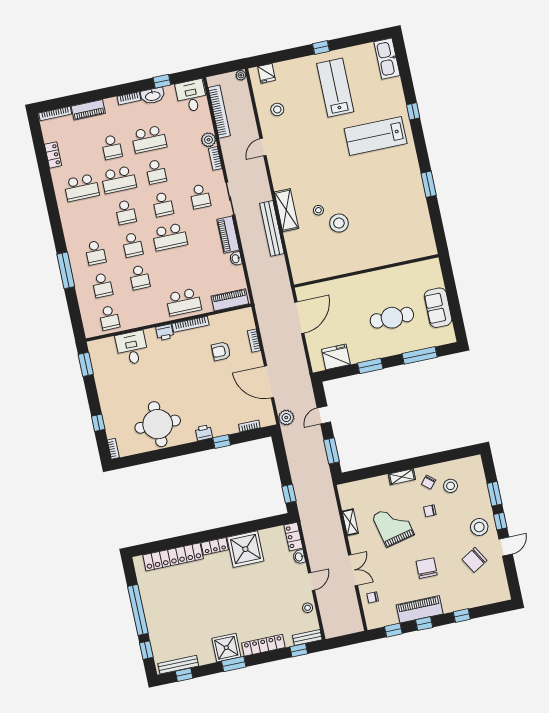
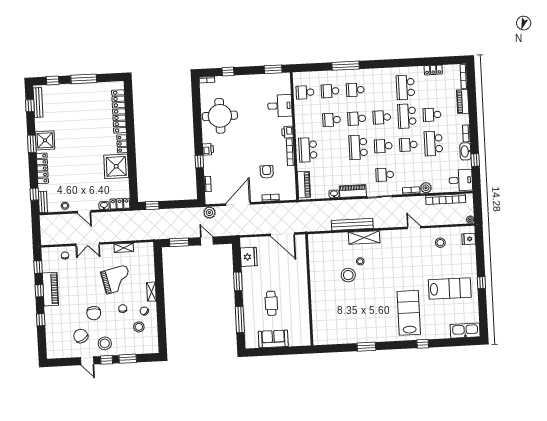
cafe table: (392, 318) -> (271, 303), width x0.73, depth x0.74
chair: (427, 568) -> (94, 313), moved, turned 89
window: (138, 610) -> (84, 79), width x0.68

